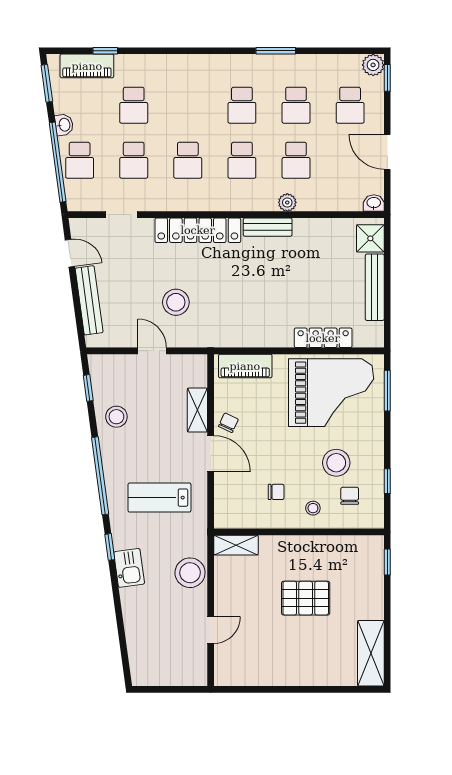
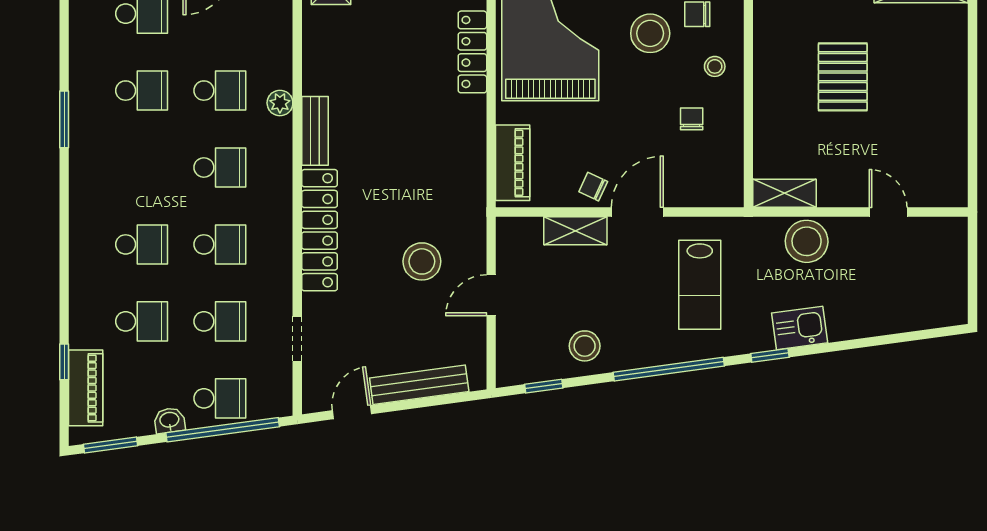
school desk: (242, 105) -> (142, 244), moved
shelving: (236, 545) -> (785, 193), moved, turned 90

